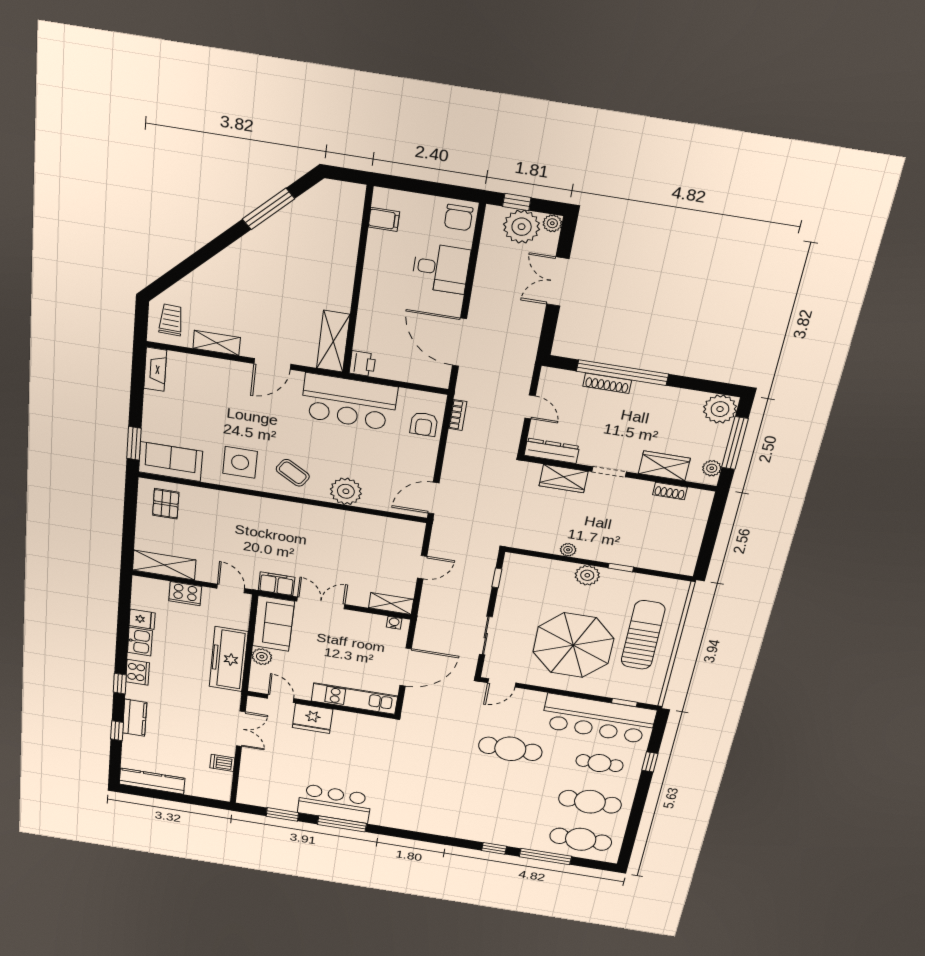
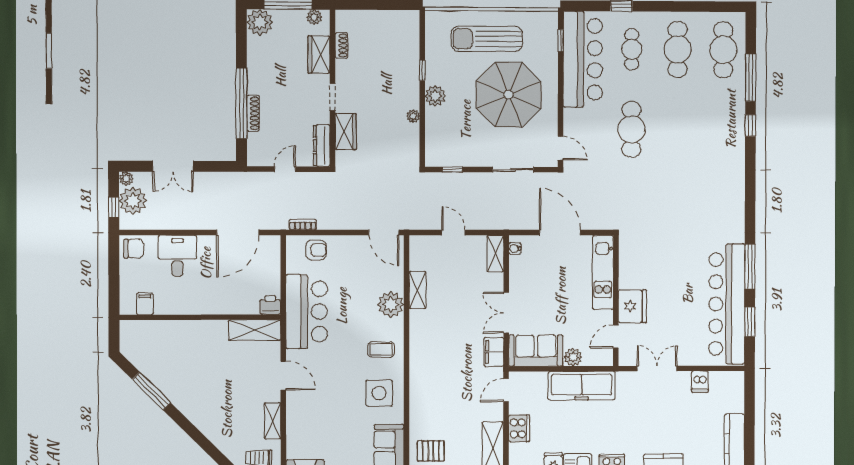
coffee table: (293, 473) -> (381, 349), turned 58
shelving: (359, 521) -> (417, 290), added
bar counter: (334, 804) -> (727, 304), width x1.86

